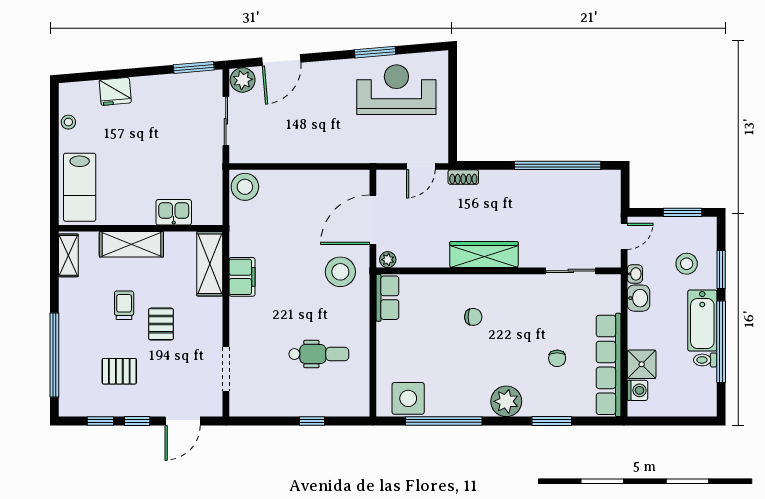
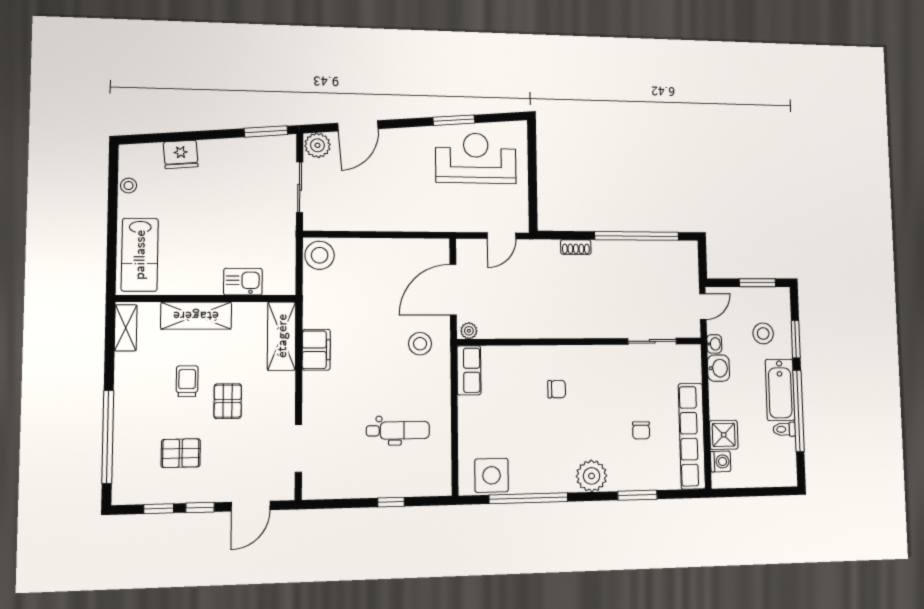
shoe rack: (463, 177) -> (576, 247), moved
wardrobe: (484, 254) -> (566, 325), removed
stool: (340, 272) -> (420, 344), width x0.73, depth x0.73

